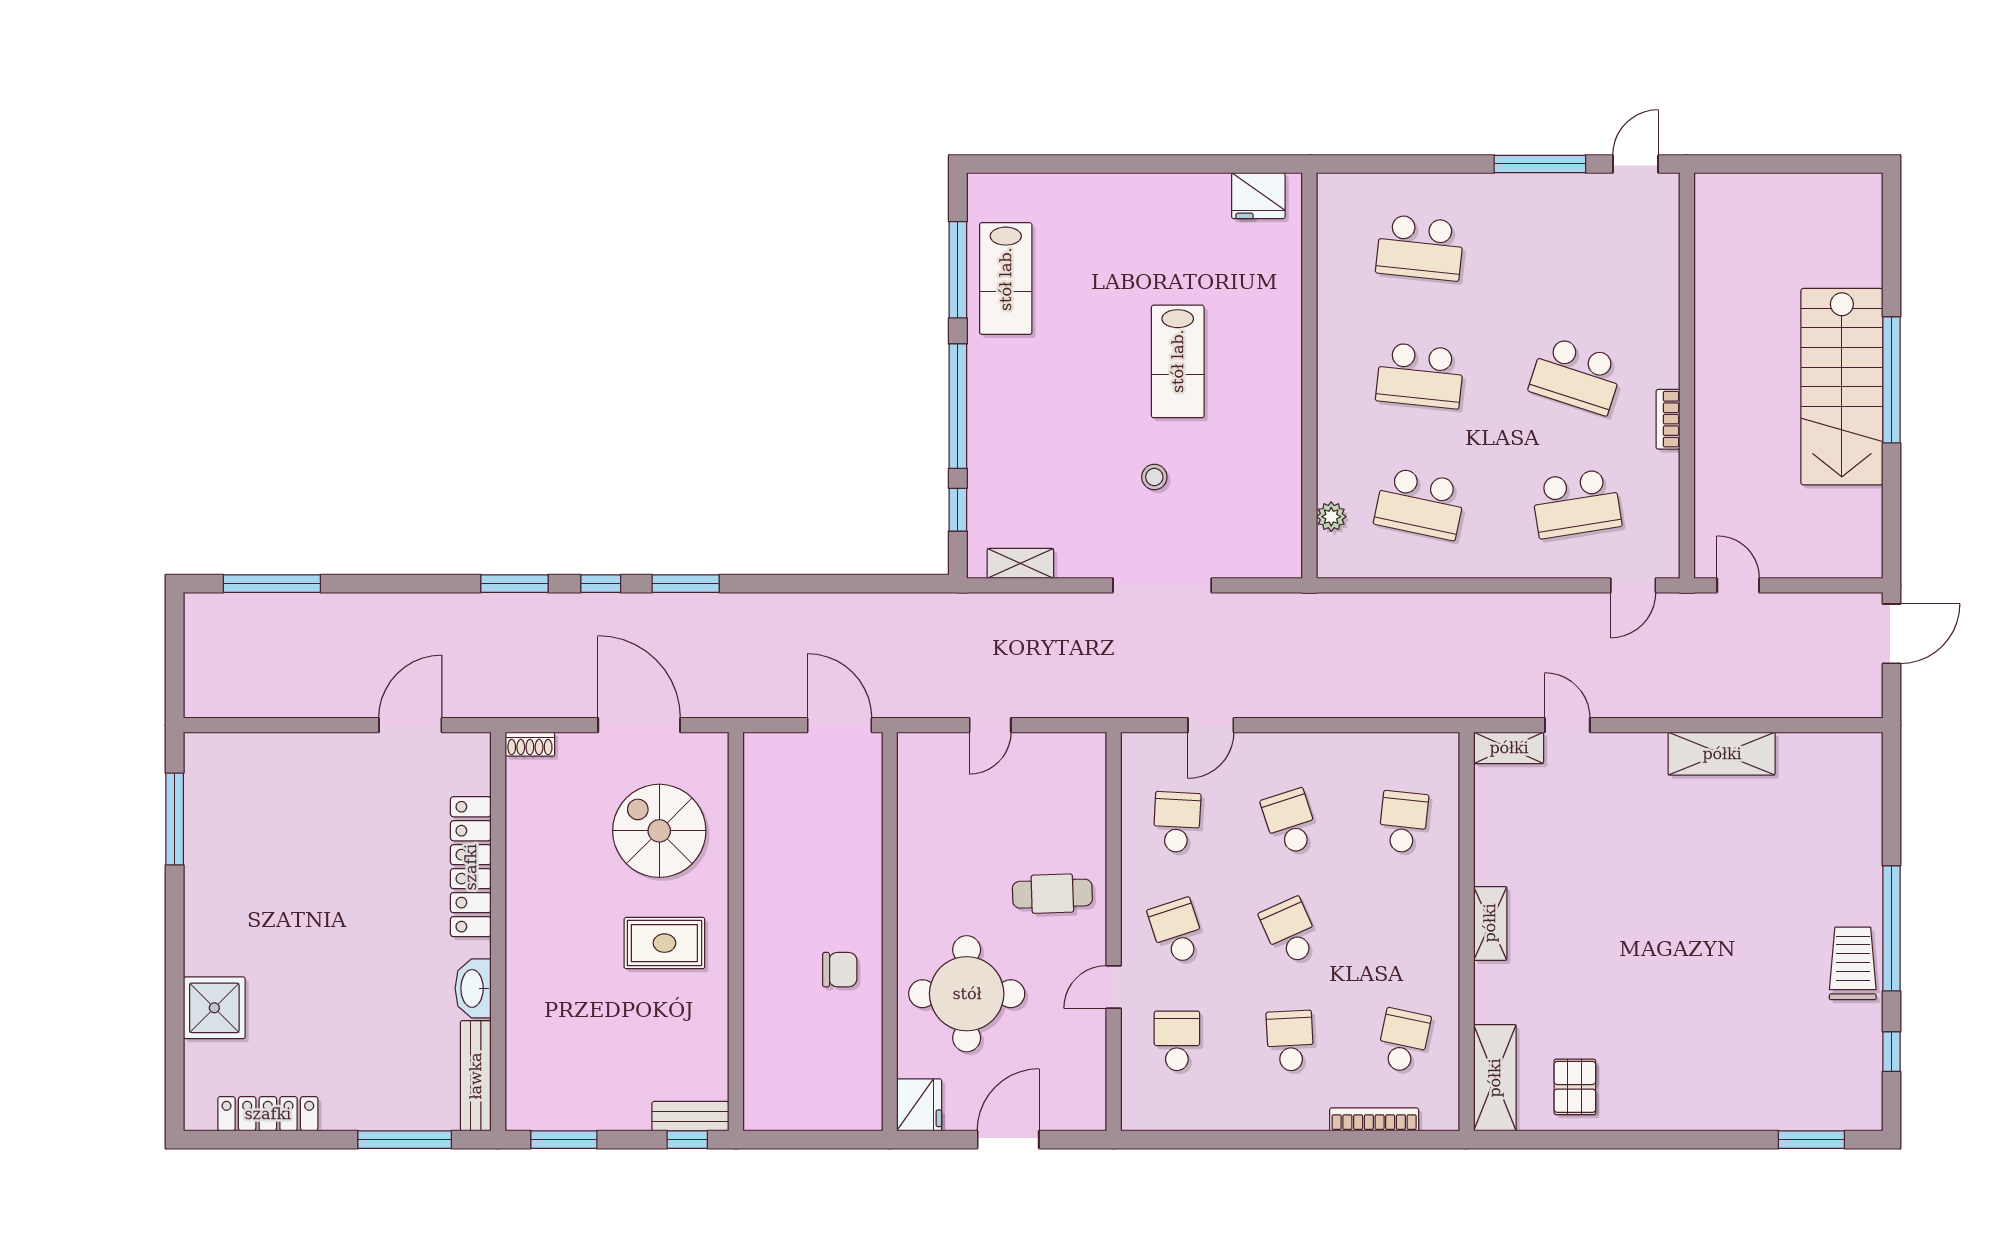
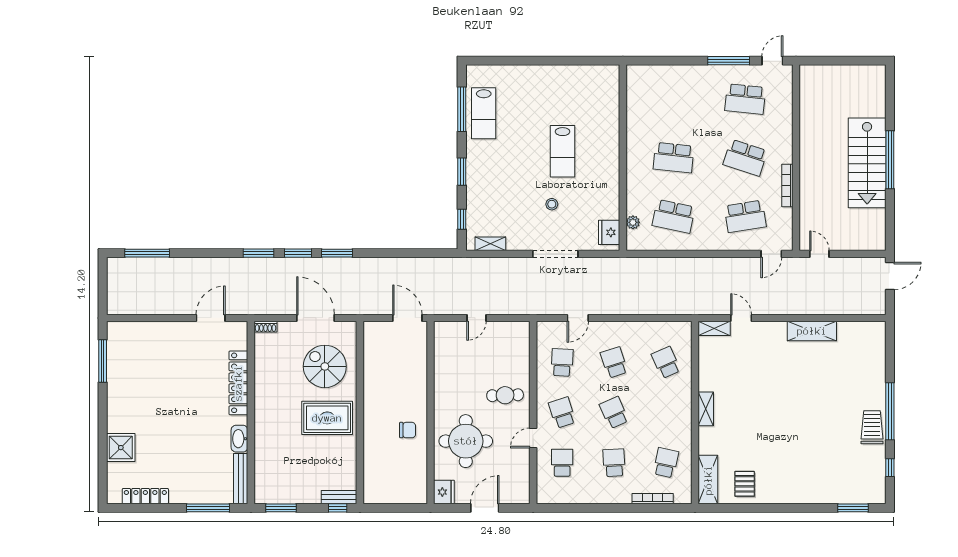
fridge: (1258, 196) -> (609, 232), moved, turned 90
school desk: (1420, 248) -> (745, 99), moved
window: (958, 406) -> (462, 172), width x0.47
bookcase: (1668, 419) -> (787, 185), width x1.56
window: (601, 584) -> (298, 253), width x1.50
school desk: (1403, 822) -> (666, 362), turned -30
rug: (664, 943) -> (327, 418), width x1.36, depth x1.43

